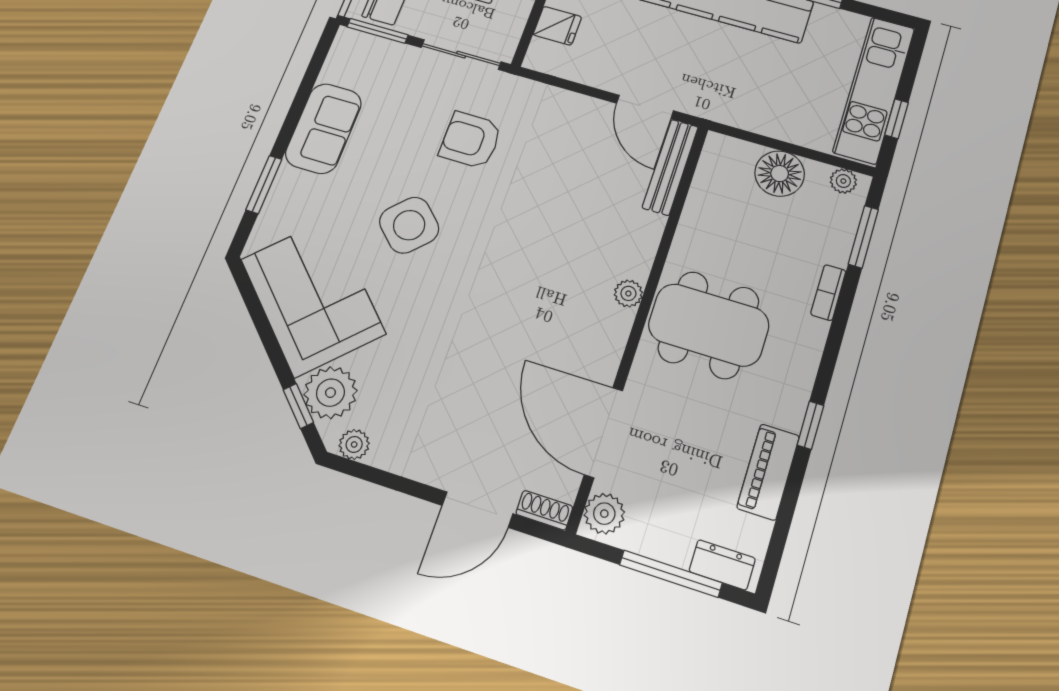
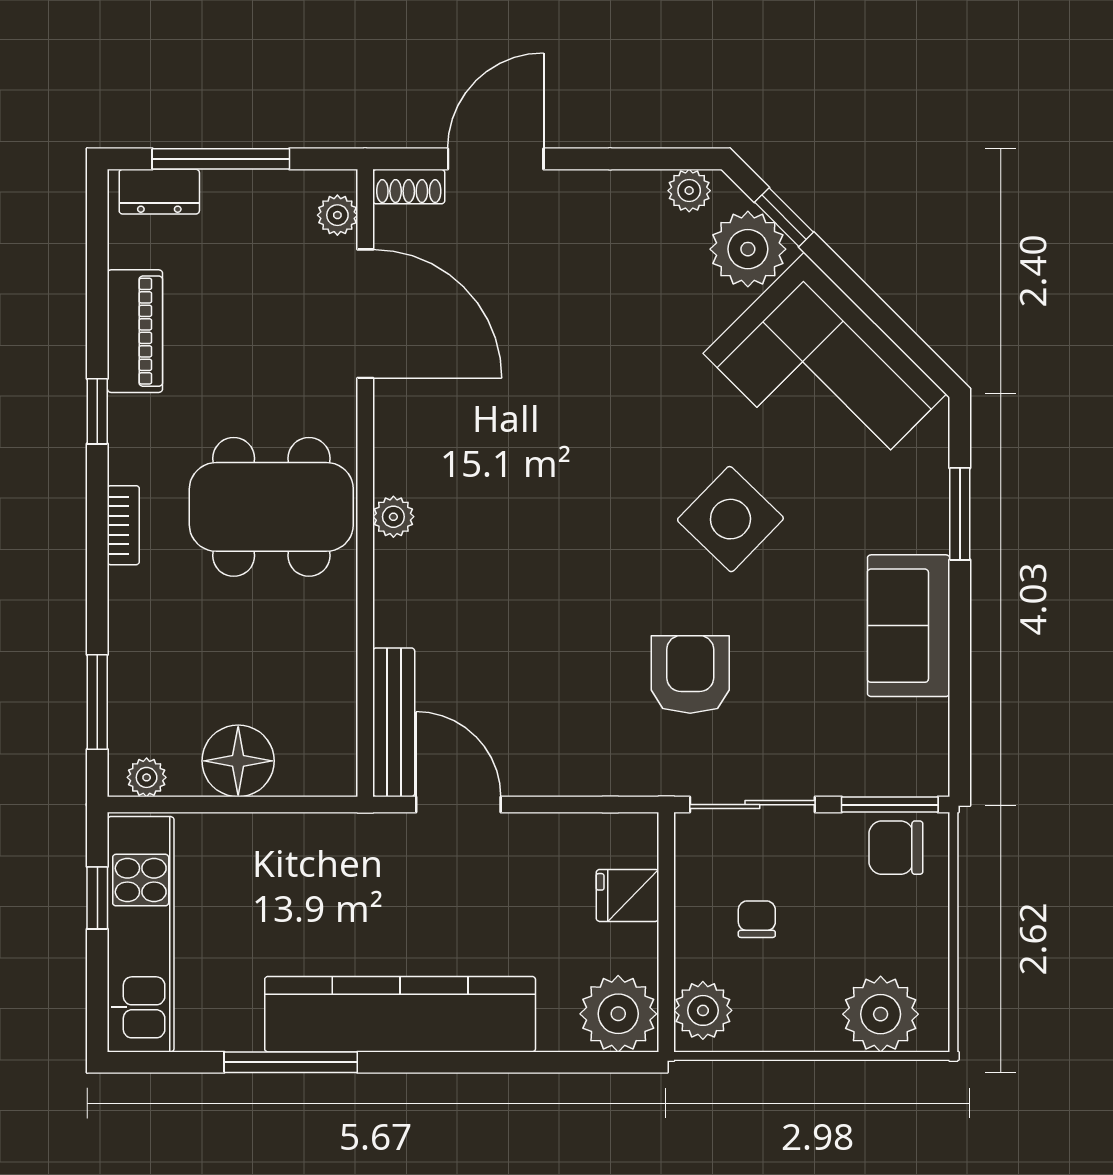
armchair: (471, 140) -> (690, 674), turned -90
bookcase: (828, 293) -> (123, 525), moved
plant: (604, 514) -> (337, 215), width x0.73, depth x0.73

